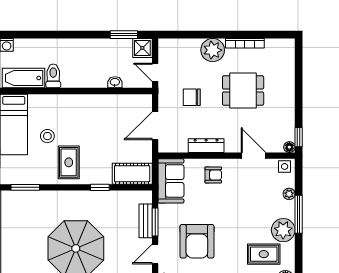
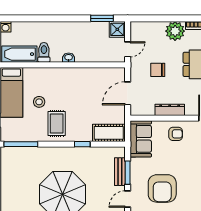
door: (155, 72) -> (128, 49), swing flipped
washbasin: (115, 82) -> (69, 58), moved
window: (25, 187) -> (21, 144), width x1.44

